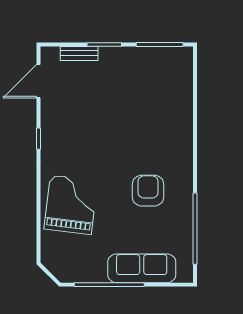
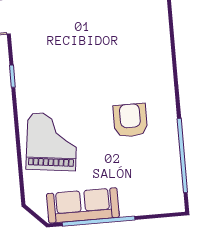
sofa: (142, 268) -> (83, 205), moved

